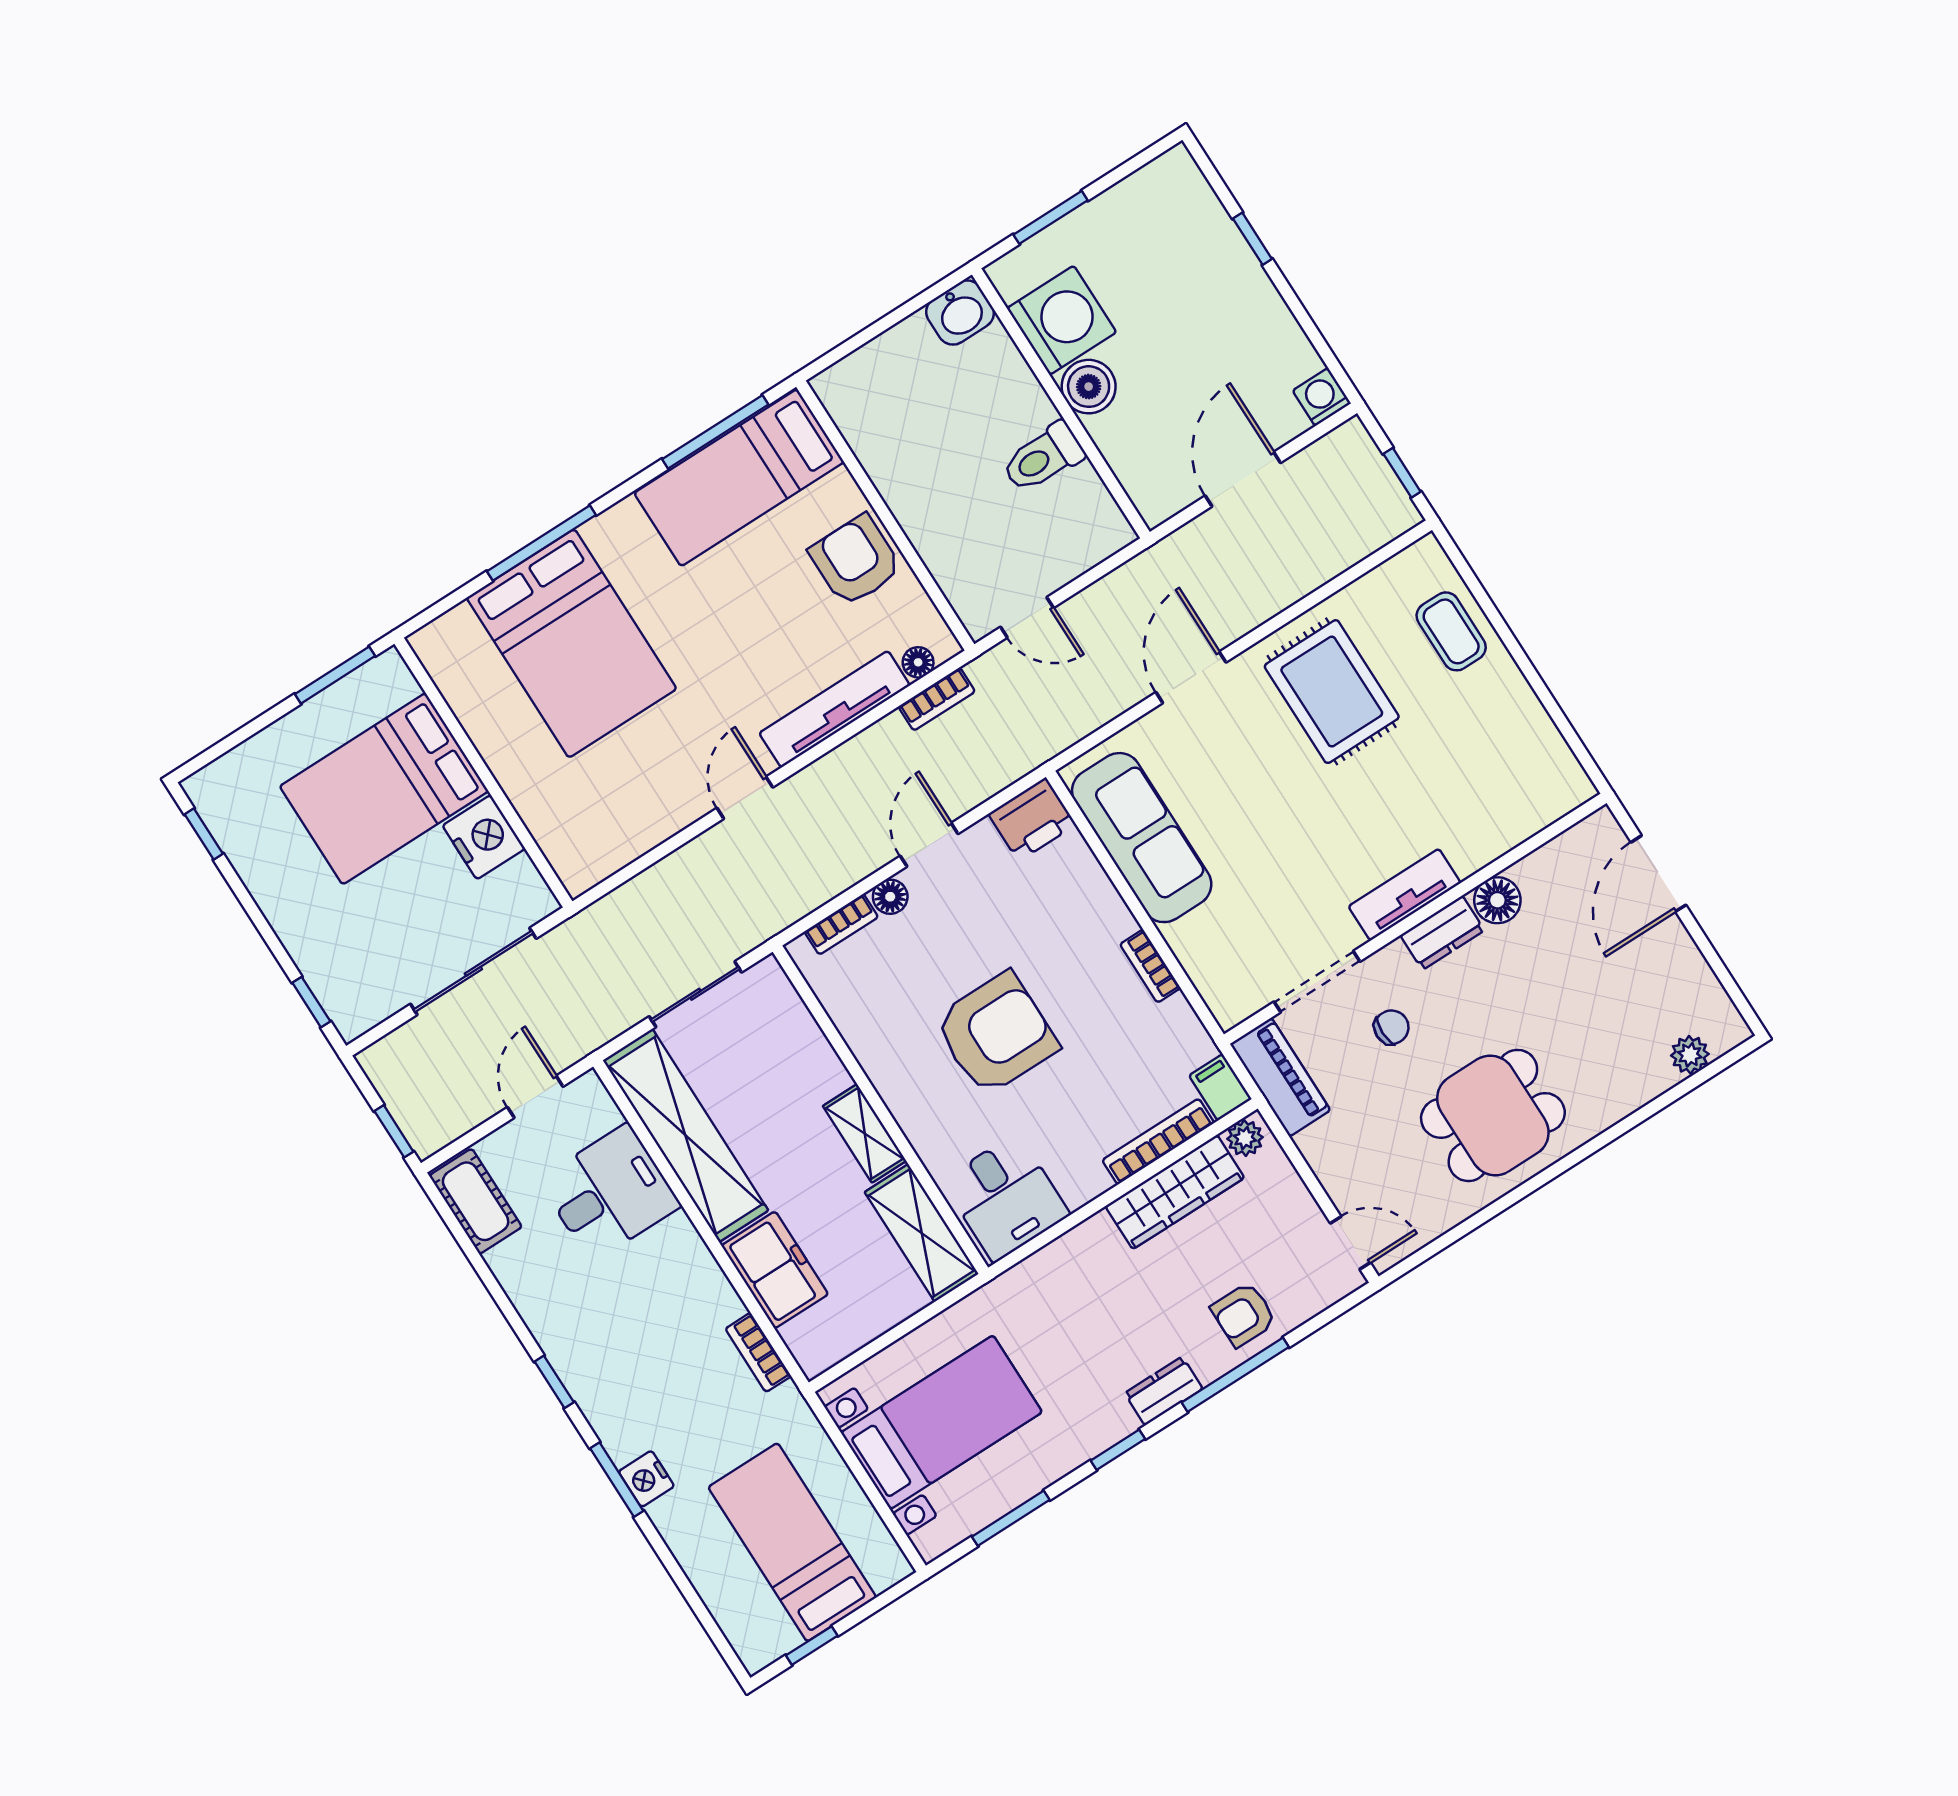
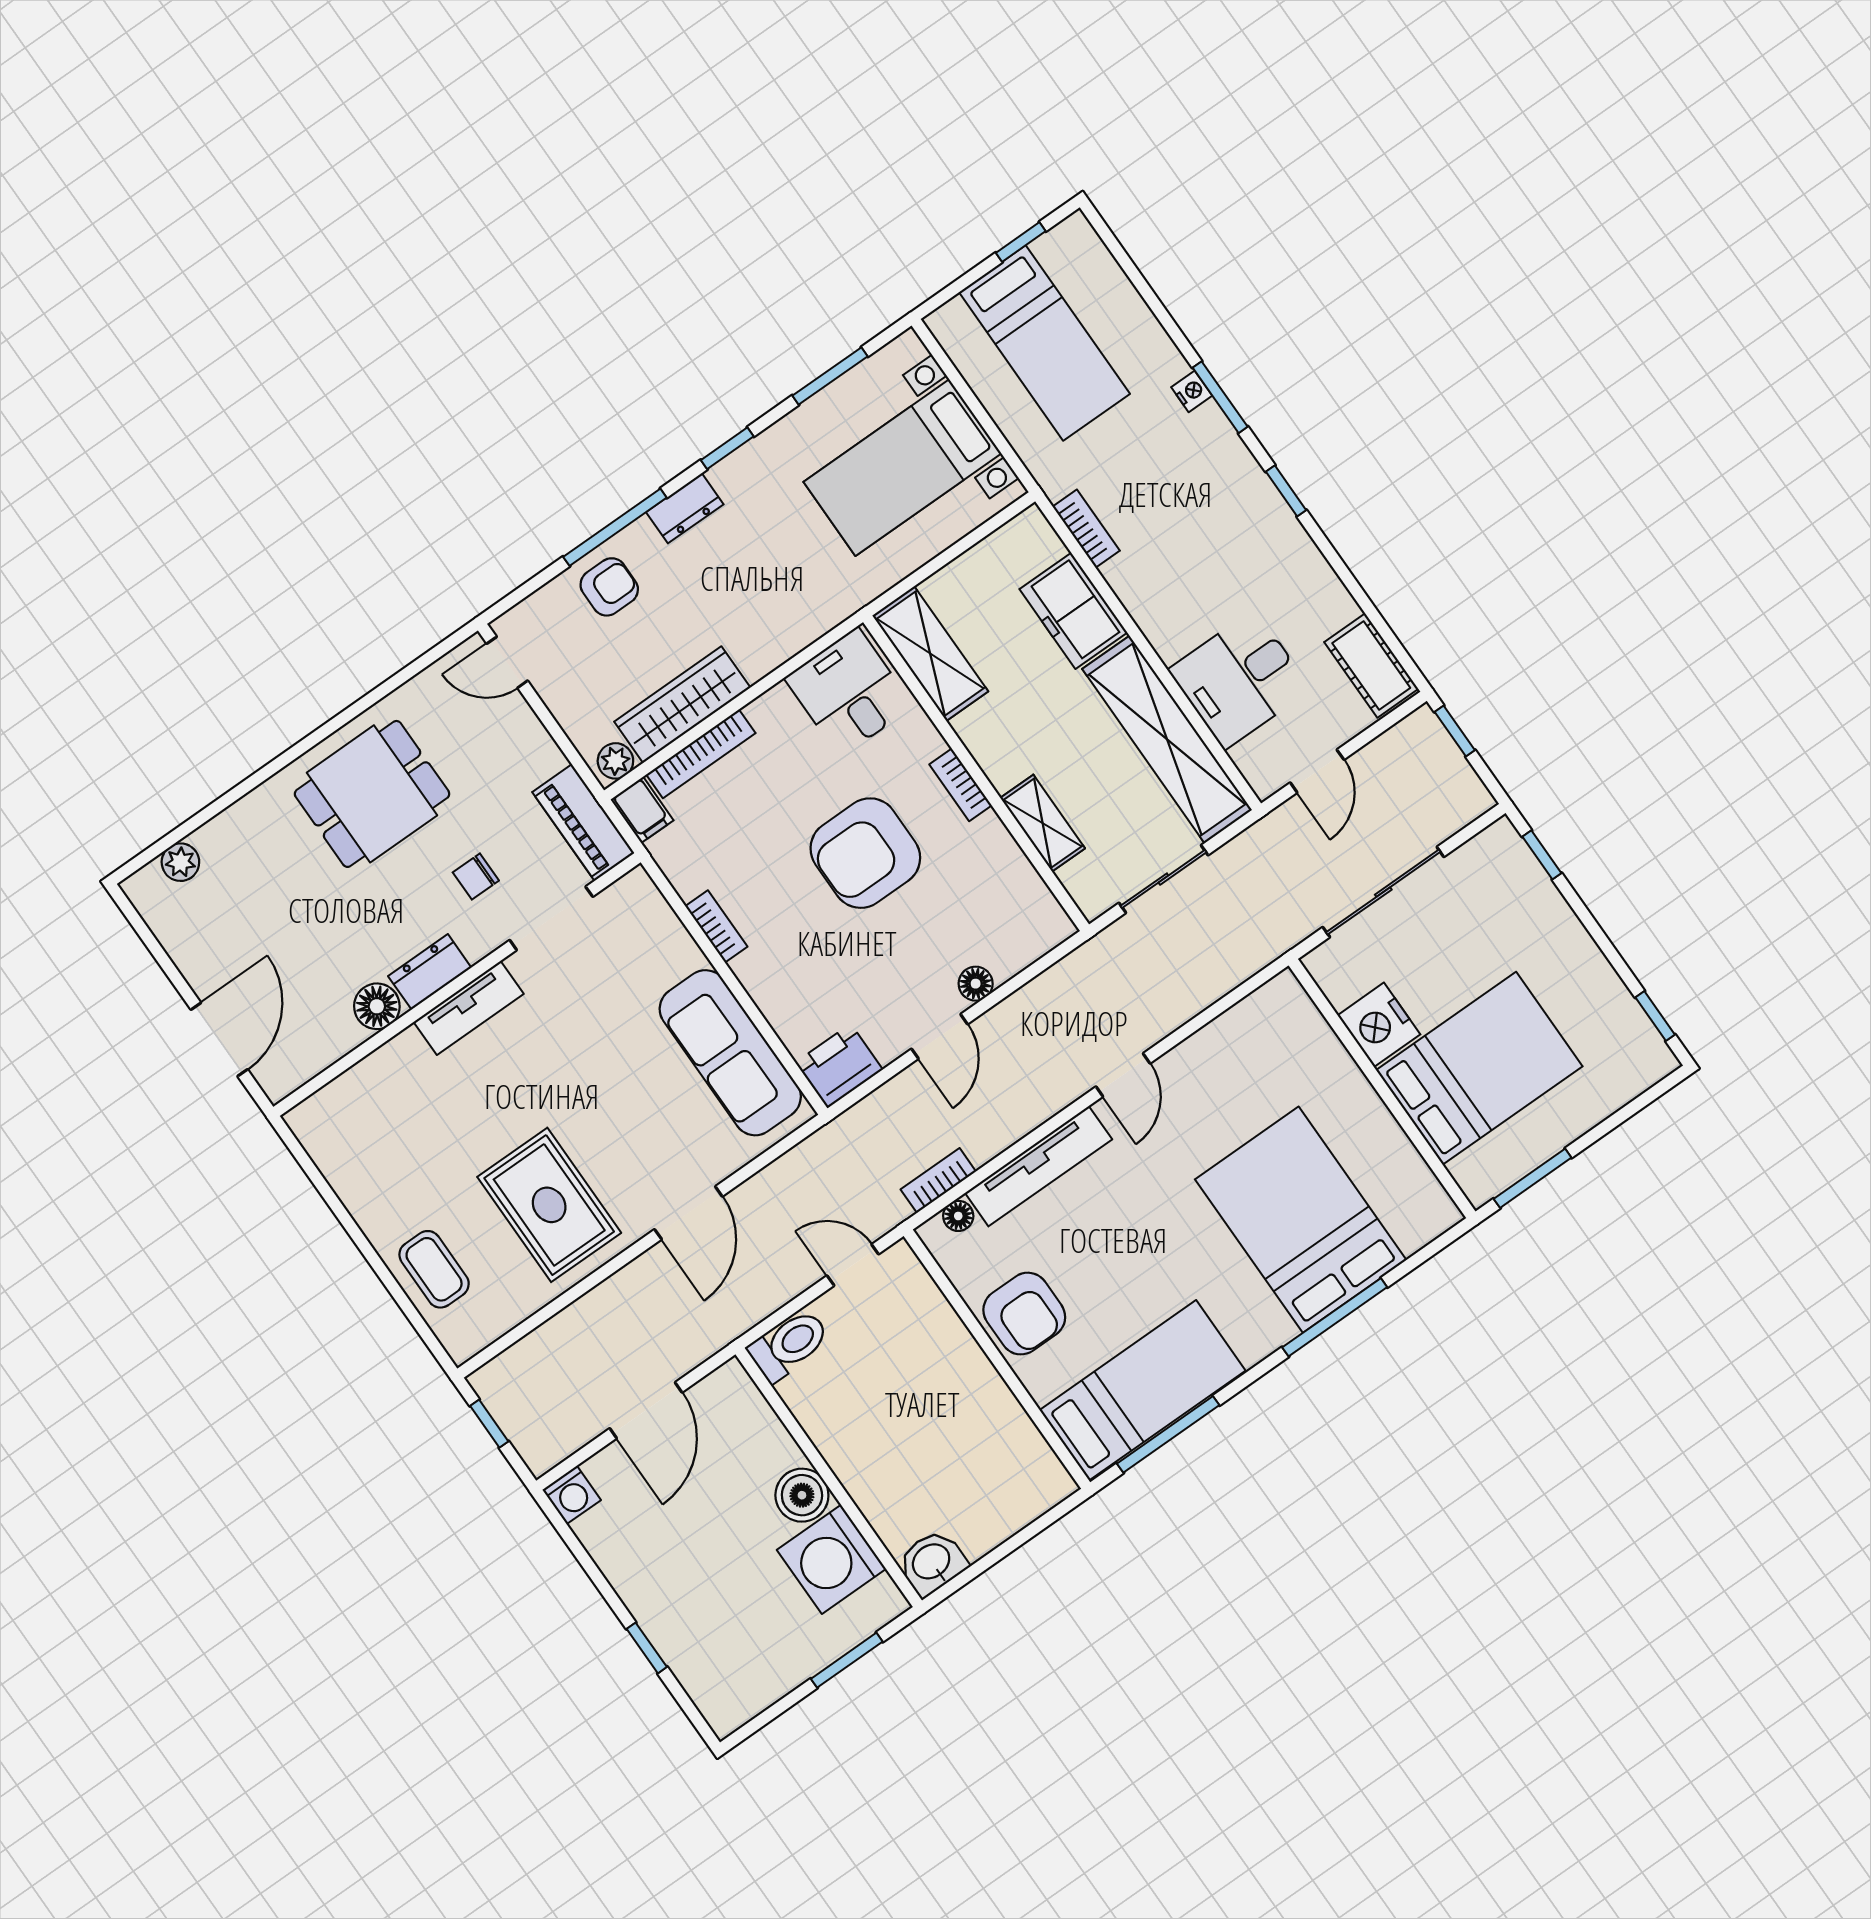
toilet: (1043, 458) -> (789, 1345), moved
bookcase: (841, 924) -> (961, 785), moved, turned -90
shelving: (865, 1133) -> (1043, 823), moved
nightstand: (646, 1479) -> (1192, 391), width x0.72, depth x0.74

